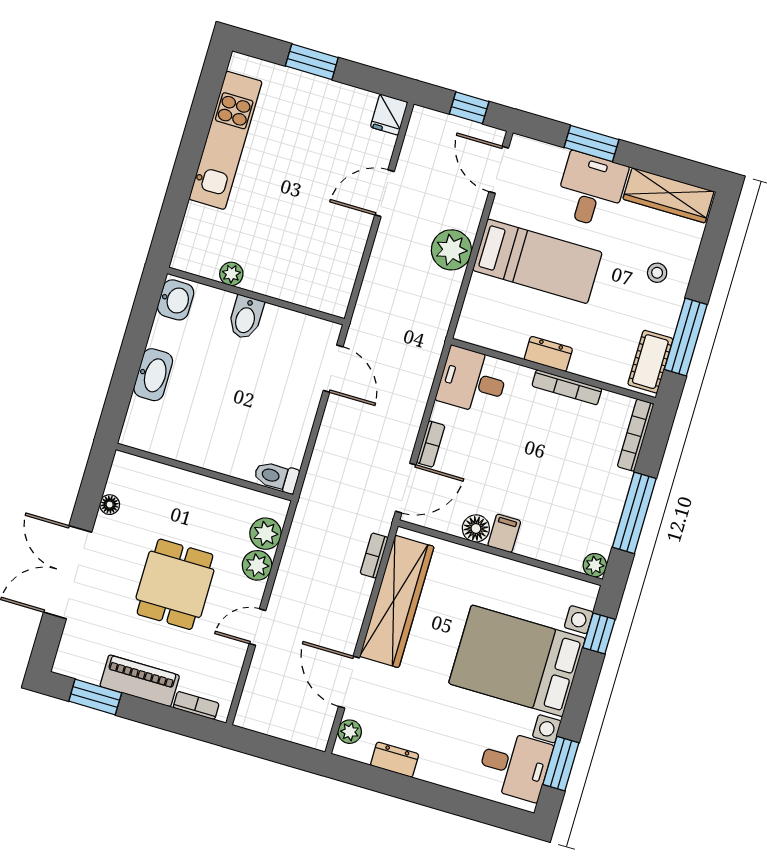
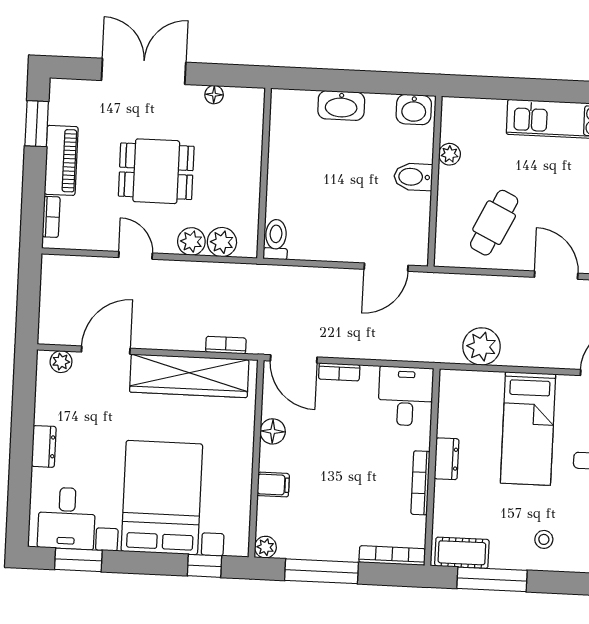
cafe table: (314, 245) -> (494, 223), added
plant: (451, 250) -> (482, 346), moved
filing cabinet: (504, 533) -> (273, 485), moved
dresser: (395, 760) -> (44, 446), moved

